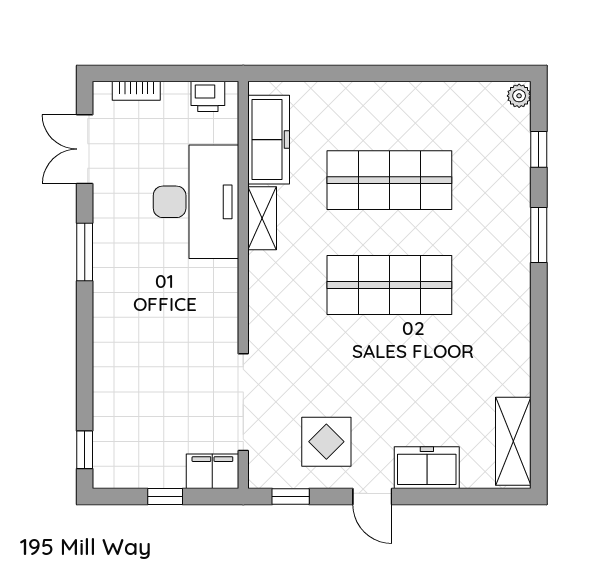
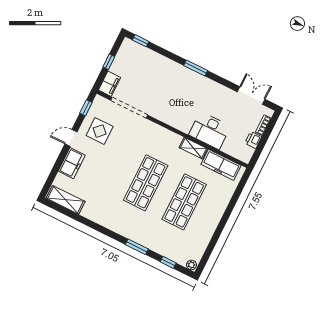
printer: (208, 96) -> (253, 140), moved
desk: (196, 202) -> (210, 130), width x0.73, depth x0.77
window: (85, 252) -> (196, 68), moved

